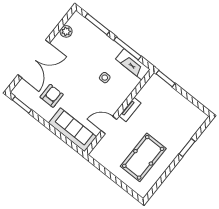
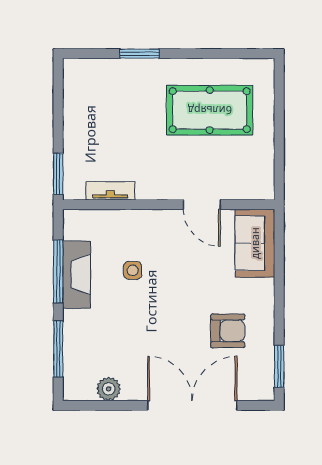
fireplace: (133, 64) -> (77, 275), moved
armchair: (52, 96) -> (228, 331), turned 180
tv unit: (130, 110) -> (110, 191), moved
sofa: (73, 130) -> (255, 243), width x0.73

